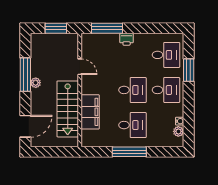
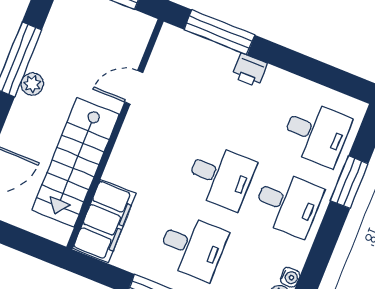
door: (80, 67) -> (134, 87), swing flipped
filing cabinet: (90, 112) -> (104, 221), moved

